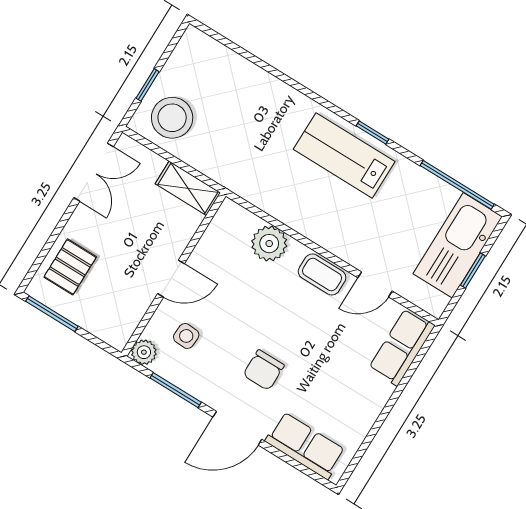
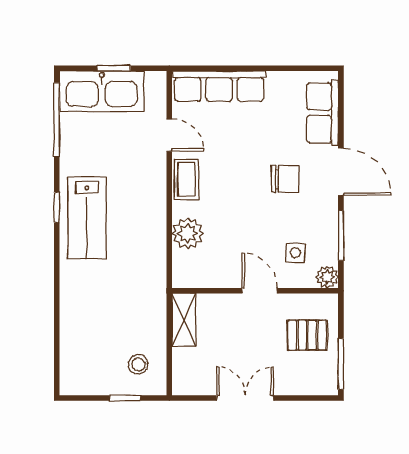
stool: (172, 118) -> (138, 364), width x0.53, depth x0.53
double door: (94, 172) -> (245, 398), moved
pallet: (70, 267) -> (307, 335), moved
row of seats: (402, 347) -> (219, 86), width x1.48

